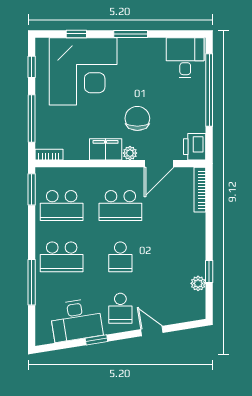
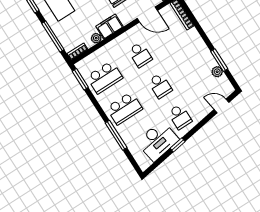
plant: (130, 153) -> (96, 38), moved
door: (159, 164) -> (147, 14), hinge flipped
school desk: (120, 206) -> (140, 55), width x0.54
window: (209, 272) -> (219, 60), width x1.50
door: (152, 331) -> (221, 106), moved

